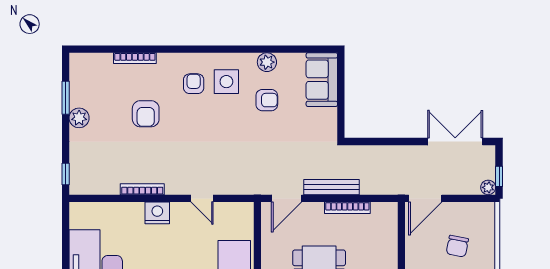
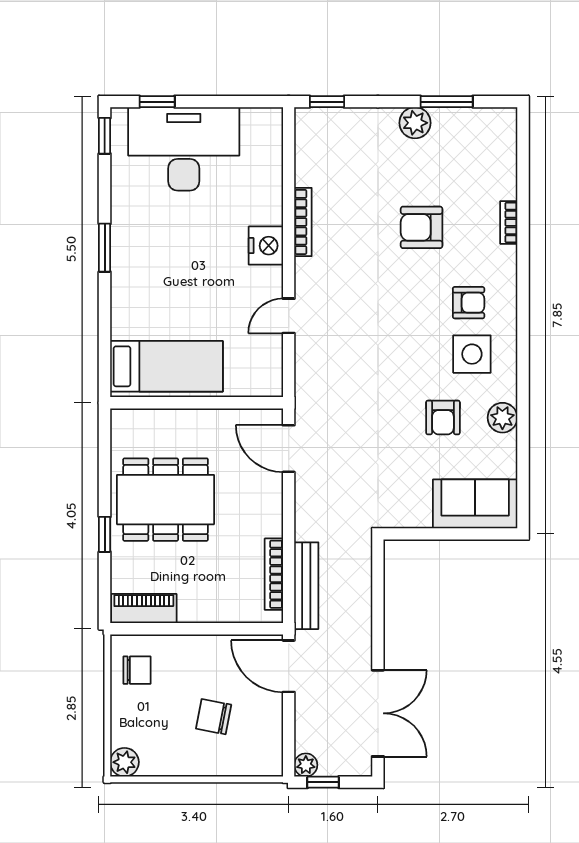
bookcase: (135, 58) -> (509, 223), width x0.64
bench: (331, 187) -> (306, 586), moved
bookcase: (347, 208) -> (274, 574), moved

